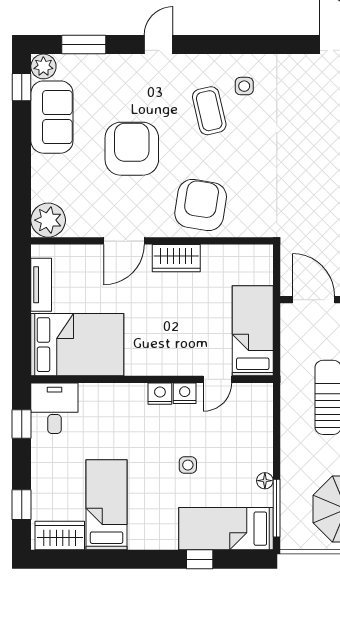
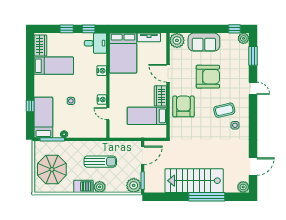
sofa: (52, 117) -> (204, 42), moved
armchair: (201, 205) -> (183, 106), turned -99
bed: (253, 331) -> (147, 116), moved, turned 180
nightstand: (160, 394) -> (102, 71), moved
window: (22, 505) -> (67, 29), moved

